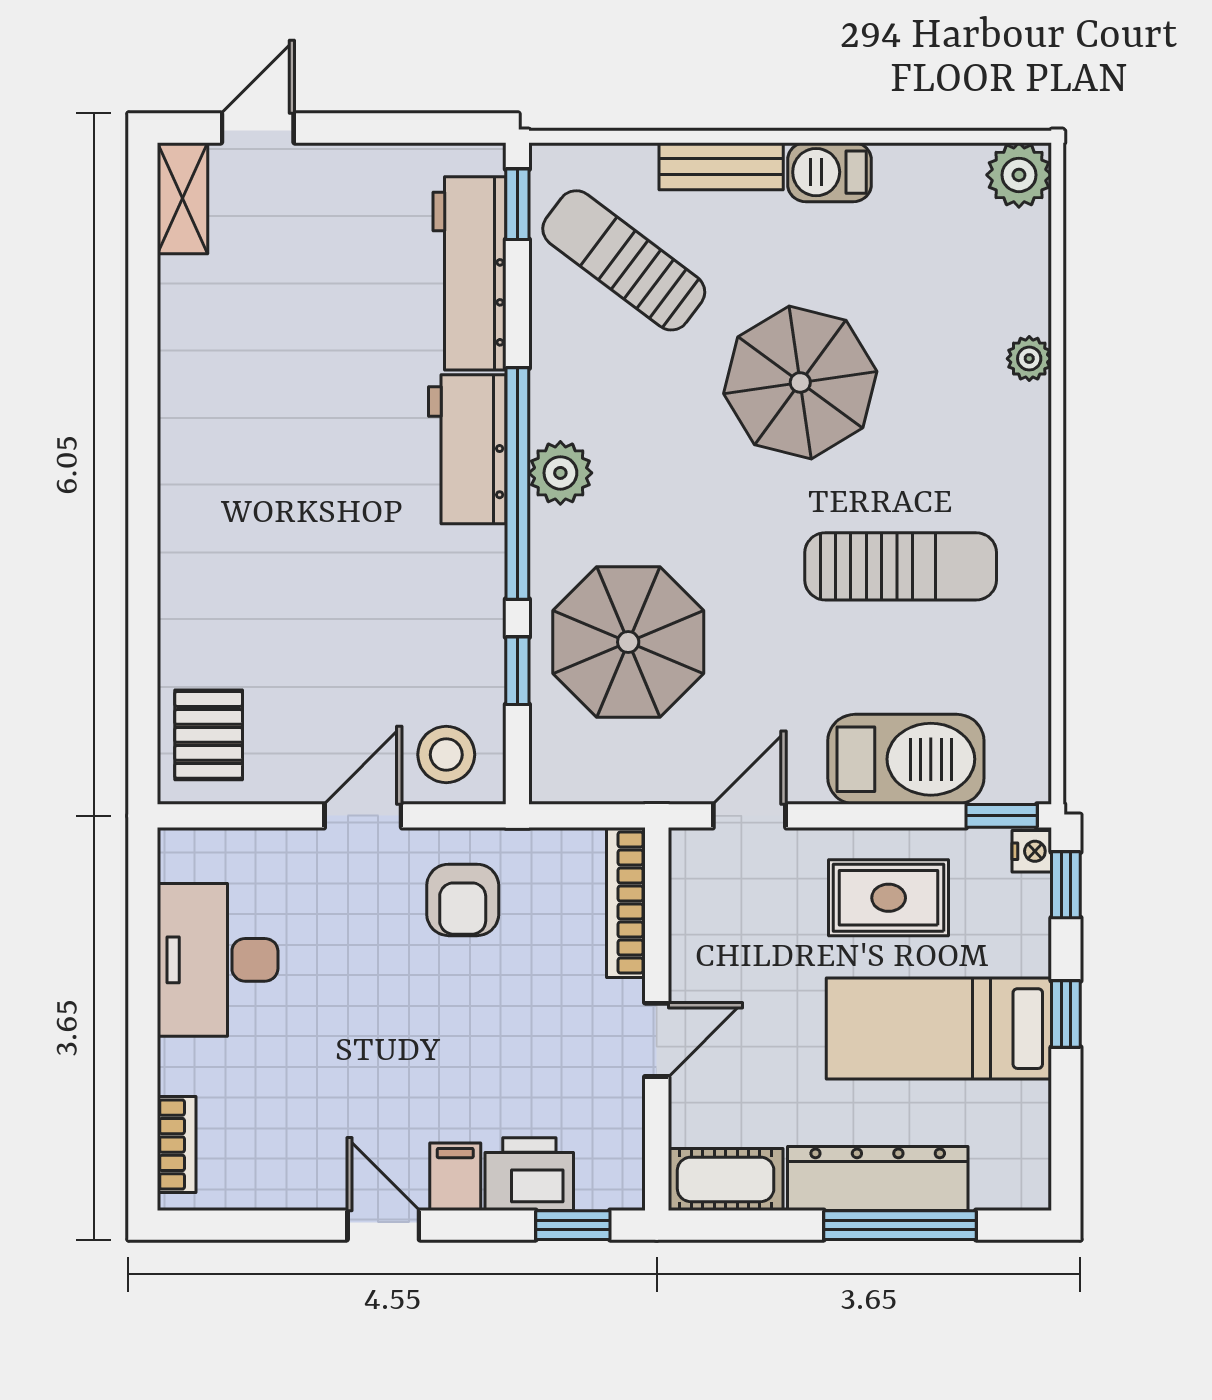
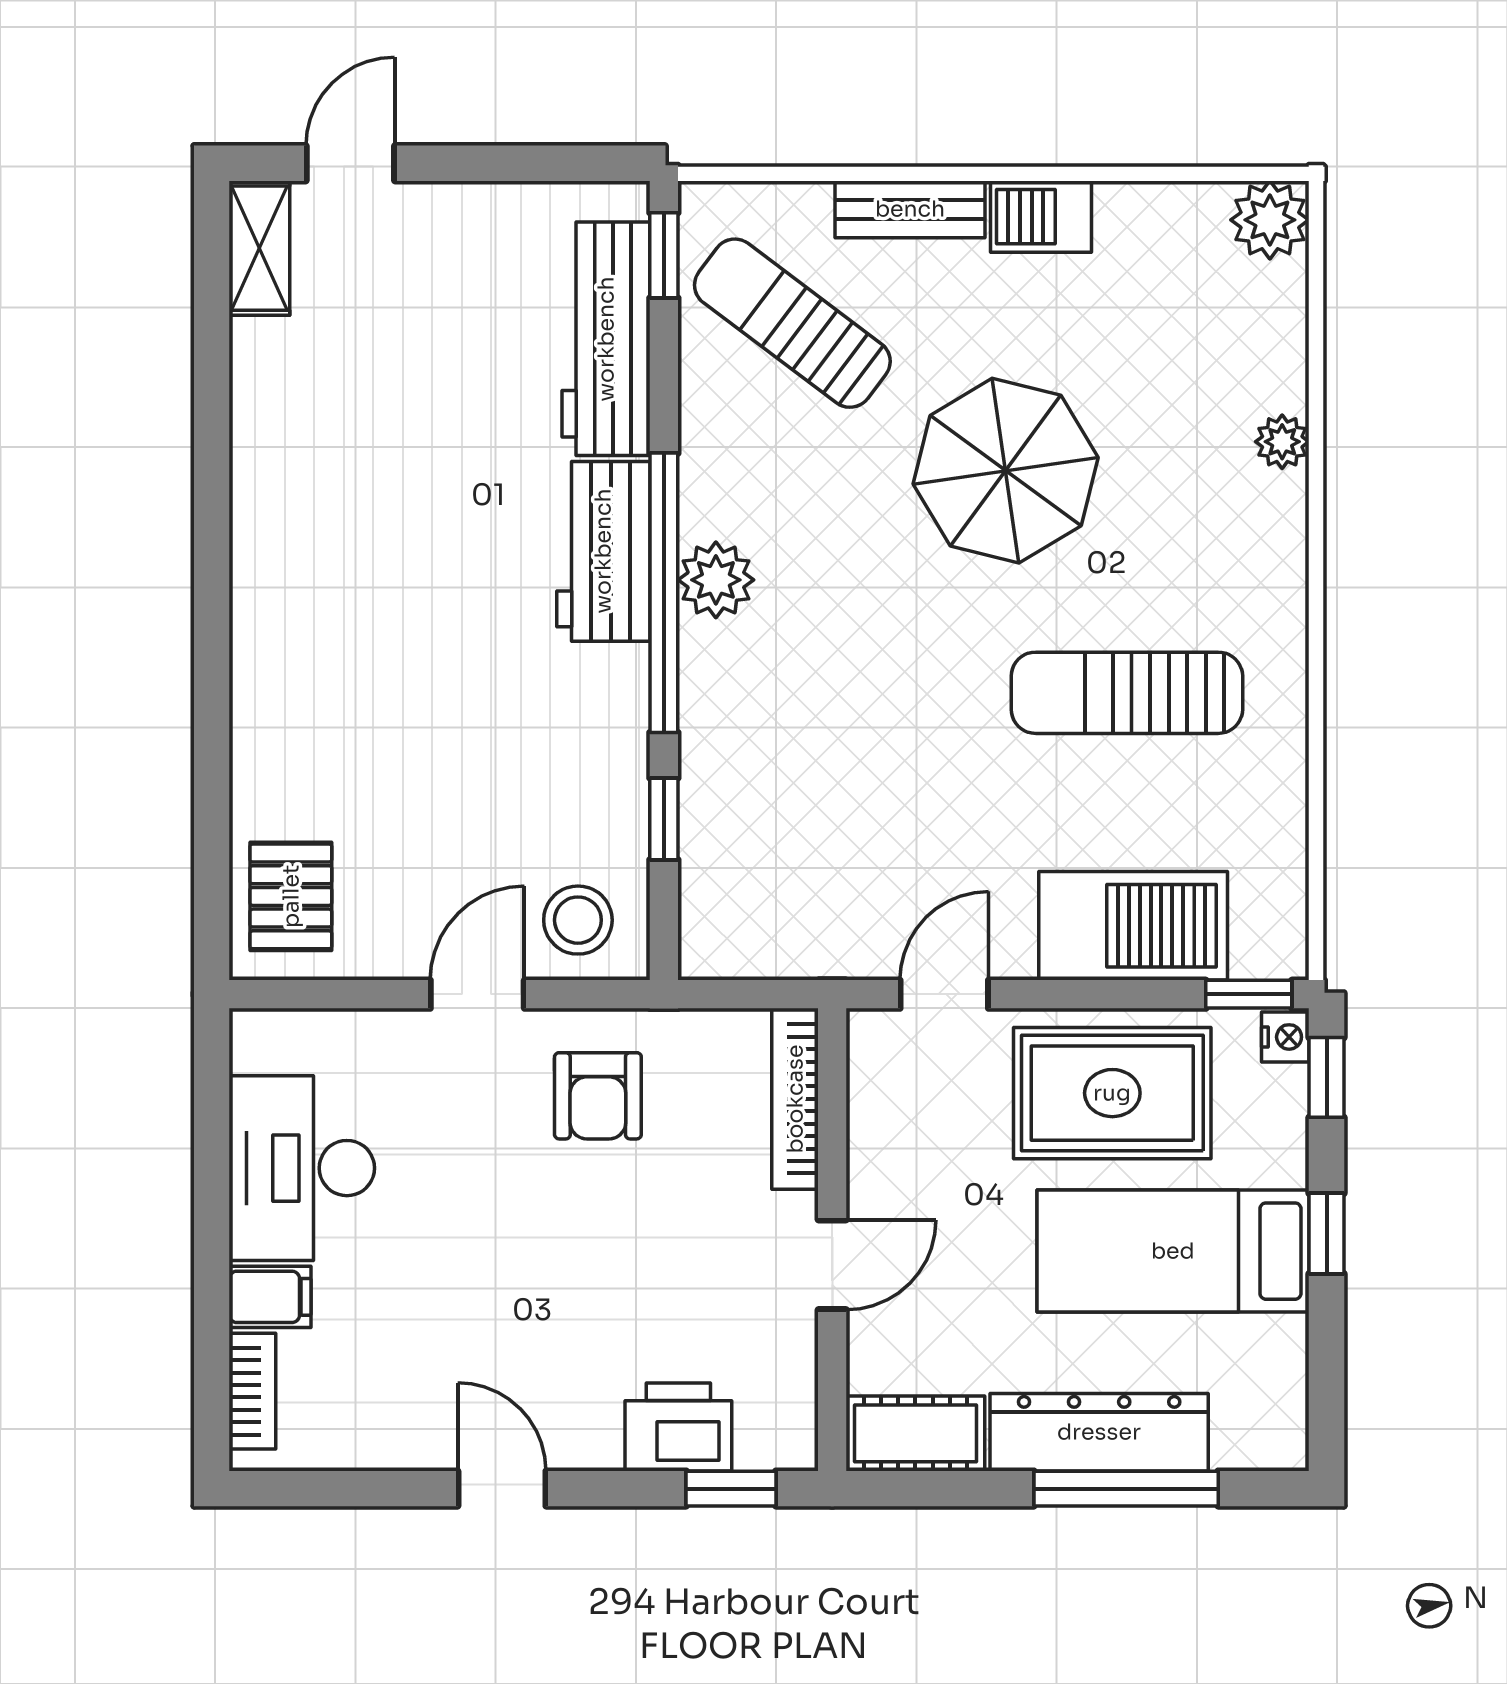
sun lounger: (901, 566) -> (1127, 693), turned 180
parasol: (628, 642) -> (798, 784), removed
rug: (889, 898) -> (1112, 1093), width x1.36, depth x1.43
filing cabinet: (455, 1177) -> (270, 1297), moved, turned 90

